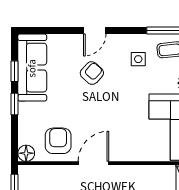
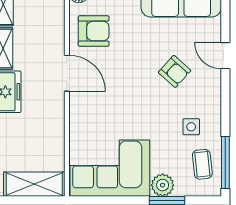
door: (95, 31) -> (225, 56), moved

